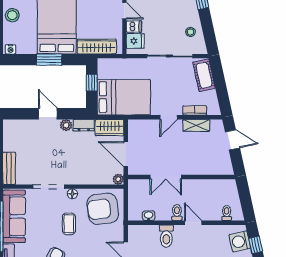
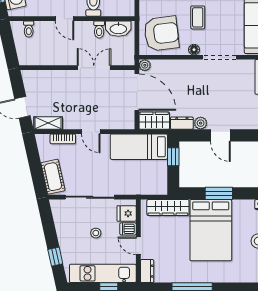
stool: (191, 32) -> (96, 233), moved
window: (92, 83) -> (173, 157), moved
bed: (124, 97) -> (139, 147), width x0.67
door: (169, 117) -> (91, 132), swing flipped
shelving: (196, 125) -> (48, 123), moved
door: (126, 154) -> (137, 92), width x1.36
toilet: (177, 213) -> (99, 29), moved
washbasin: (149, 216) -> (118, 29), width x1.91, depth x1.45

